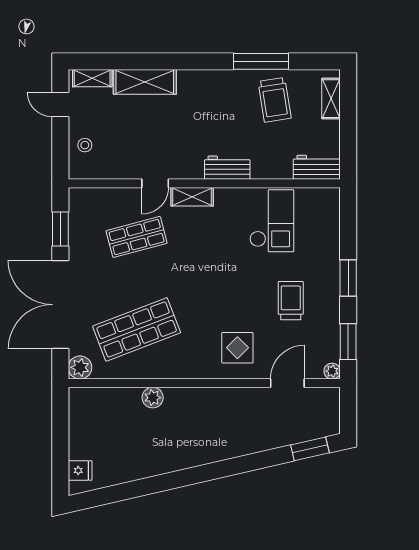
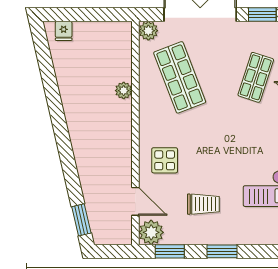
shop shelf: (137, 237) -> (256, 77), turned 33
plant: (332, 371) -> (151, 232), width x1.88, depth x1.88

